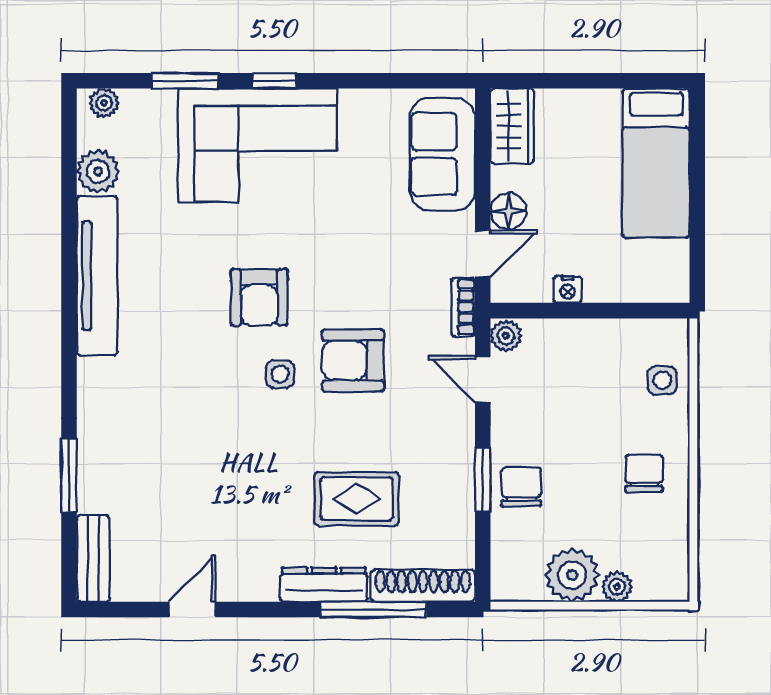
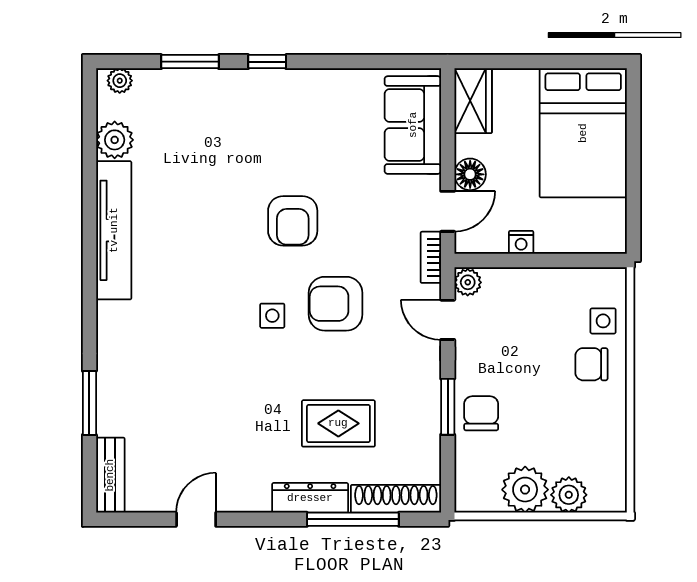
corner sofa: (258, 145) -> (253, 117), removed
bed: (656, 163) -> (583, 133), width x1.50
armchair: (259, 297) -> (293, 221), moved
chair: (644, 473) -> (591, 364), moved, turned -90
plant: (617, 587) -> (569, 495), width x1.38, depth x1.38

